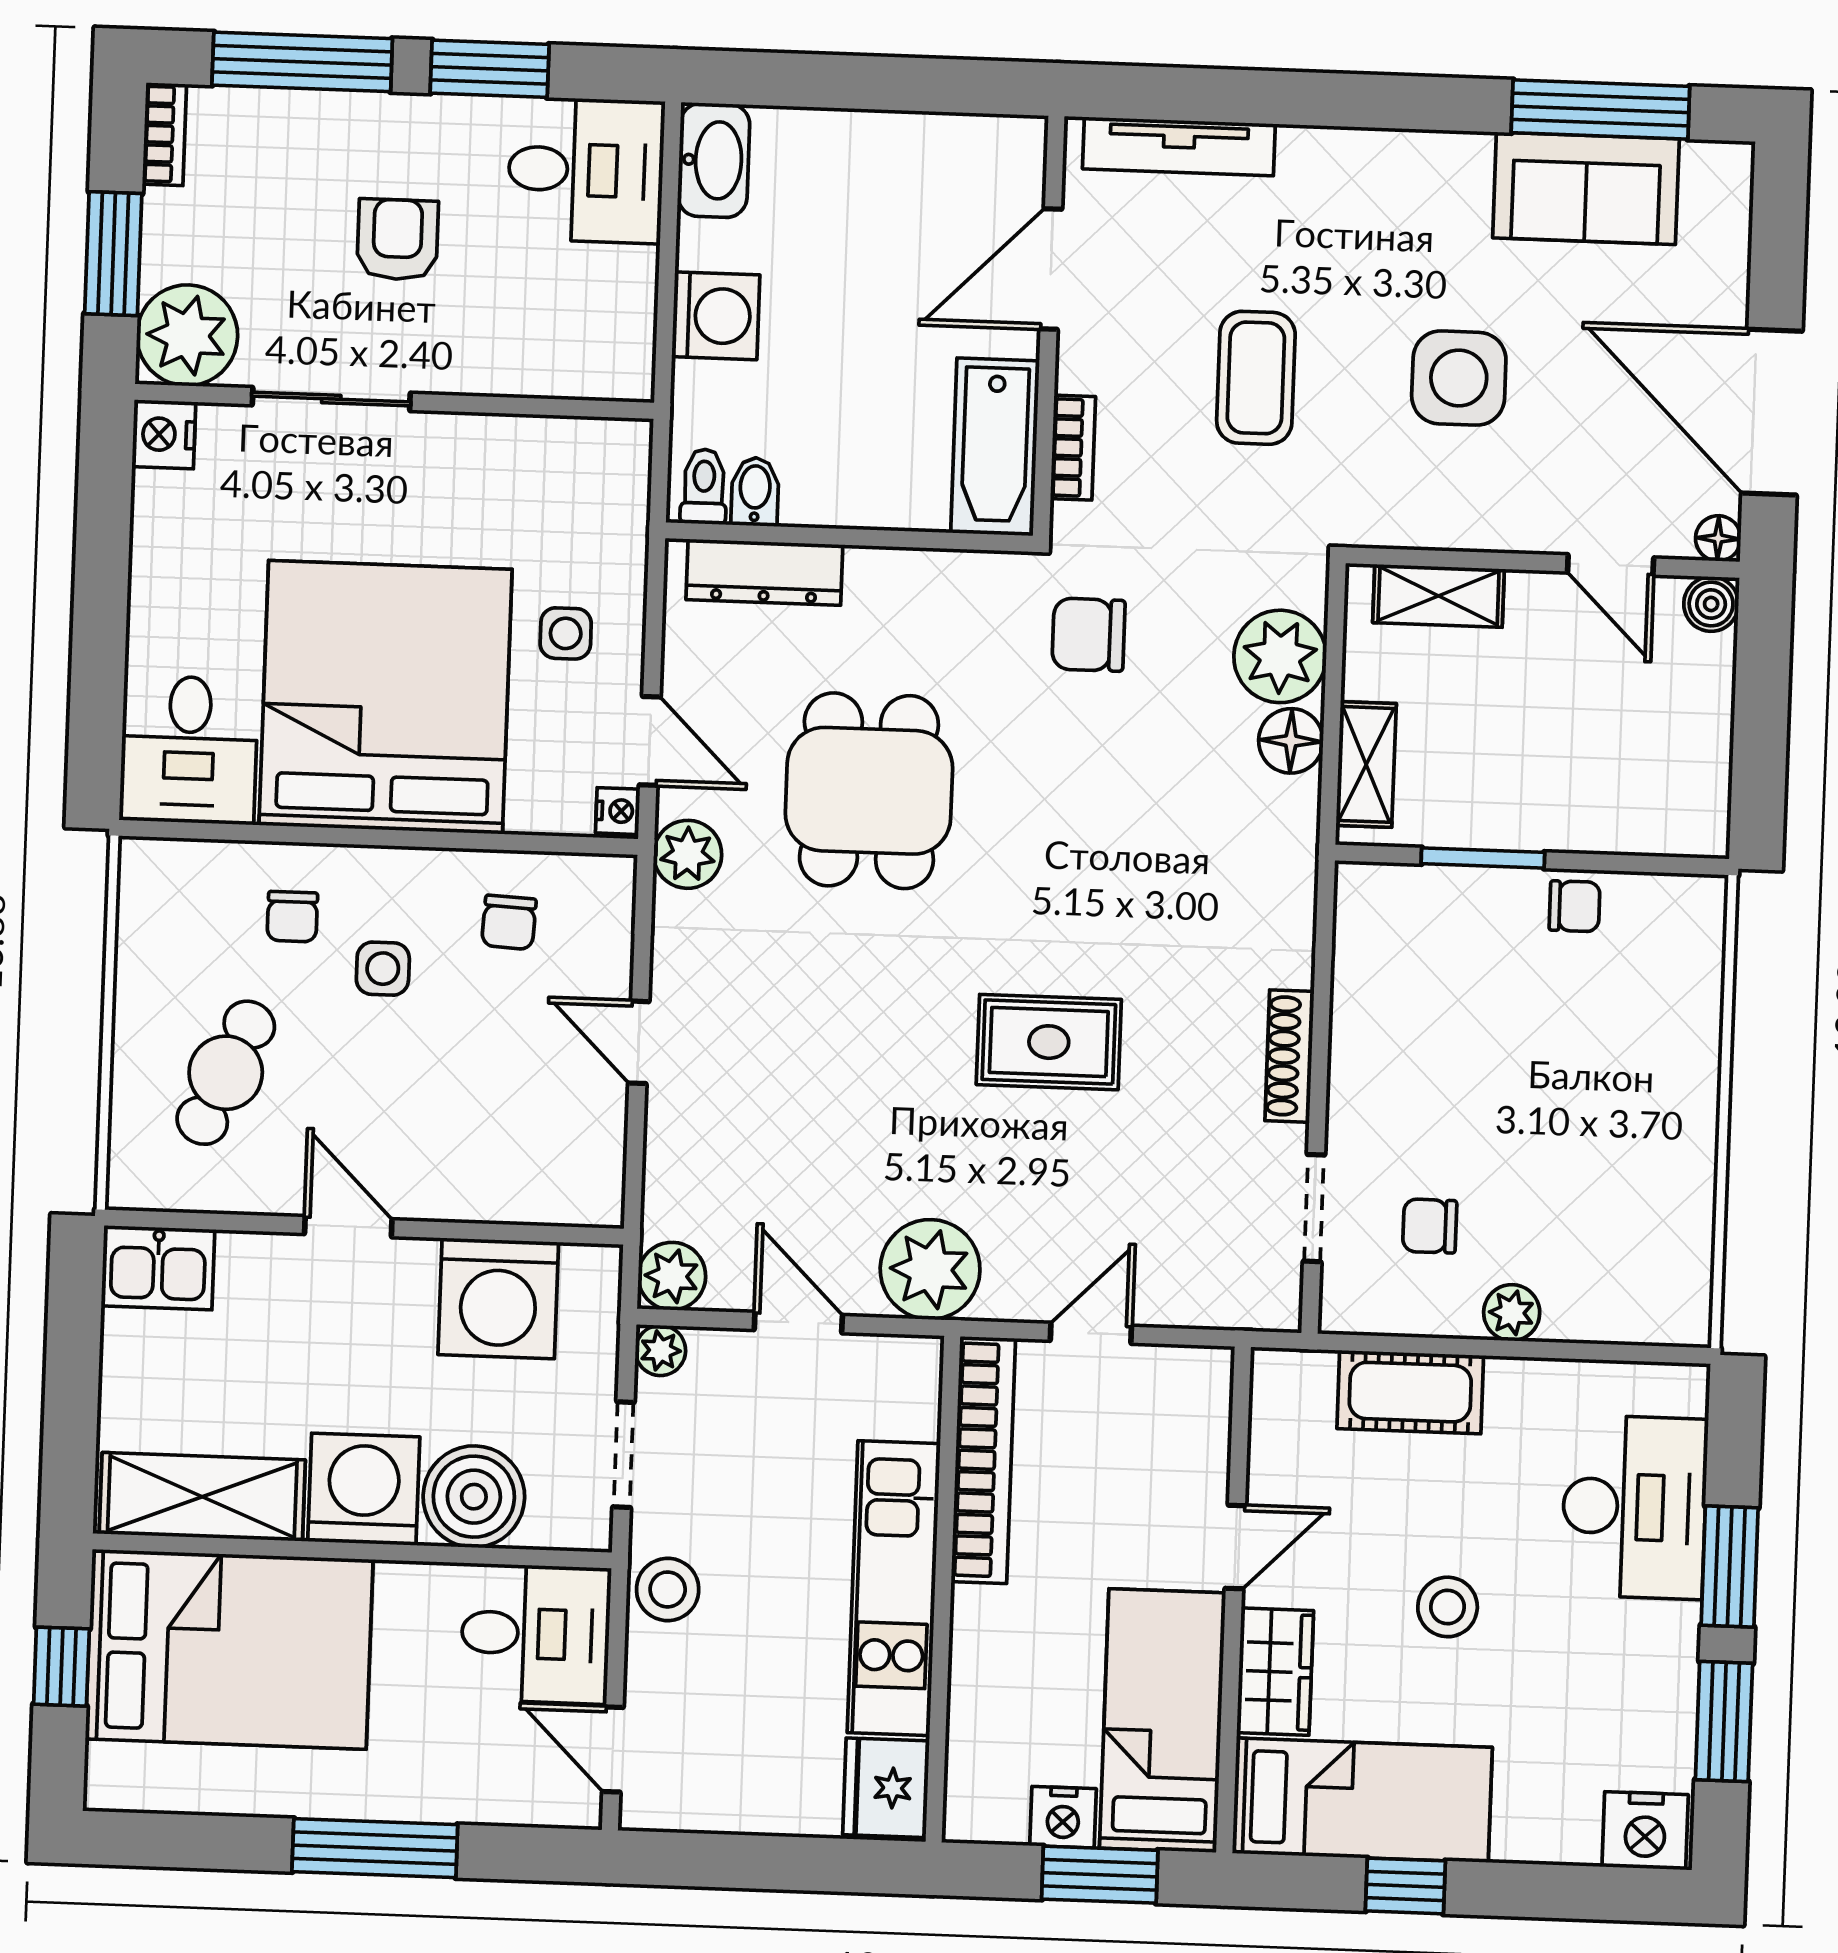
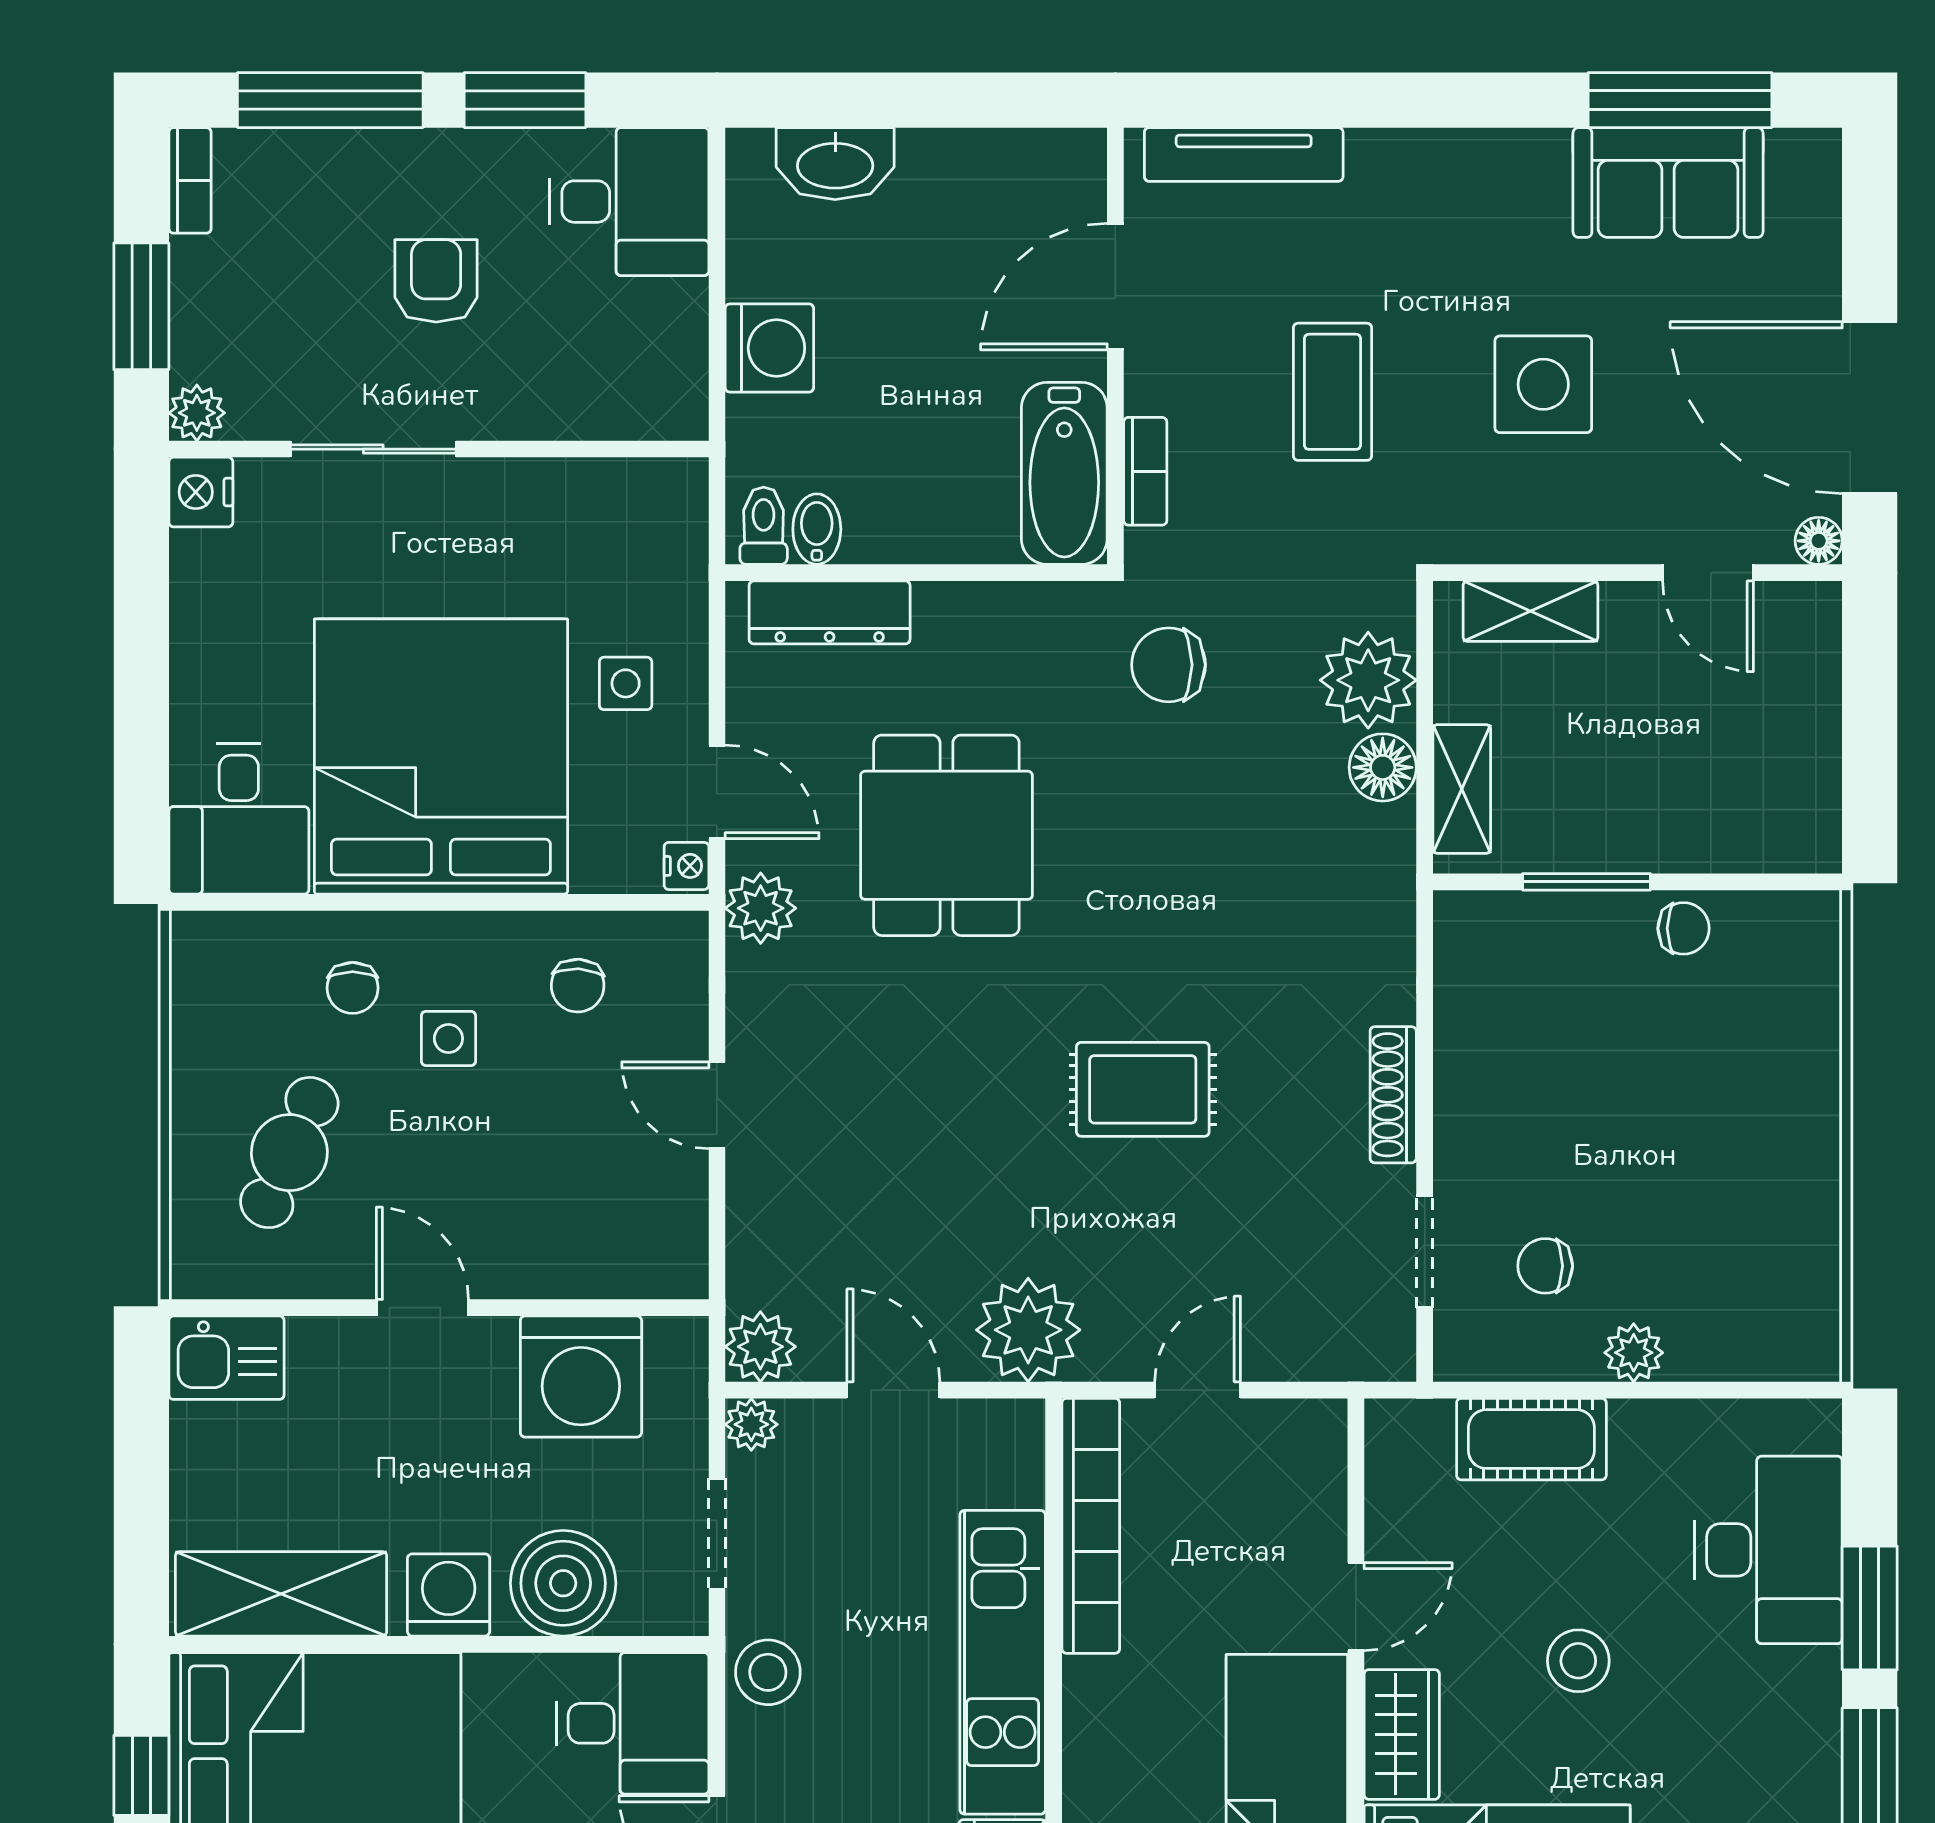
washbasin: (714, 160) -> (835, 164), moved, turned 90
plant: (187, 335) -> (197, 413), width x0.53, depth x0.53
boiler: (1711, 604) -> (1814, 609), removed
washing machine: (364, 1489) -> (449, 1595), width x0.73, depth x0.73

